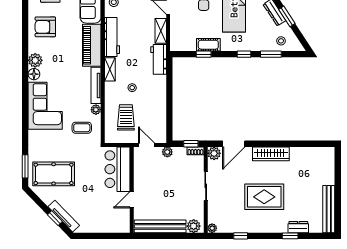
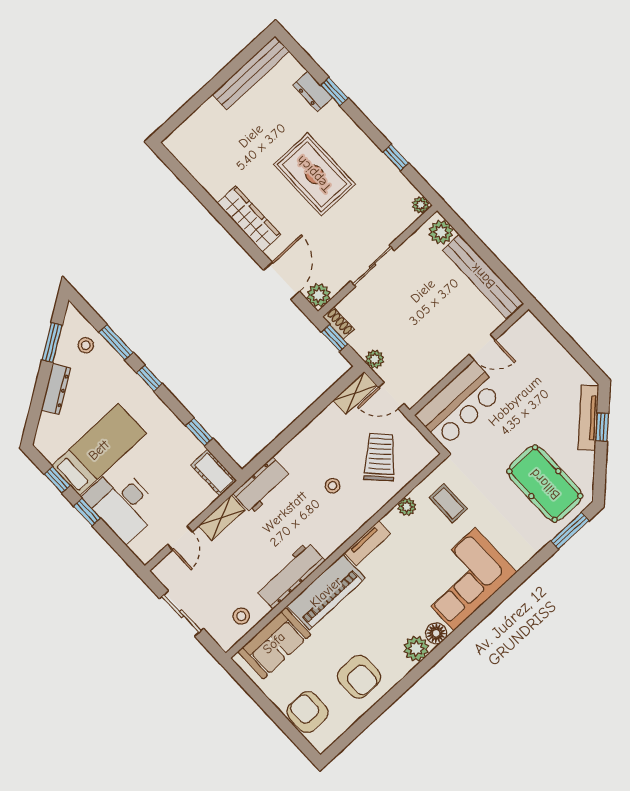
window: (287, 16) -> (52, 342), moved
cot: (208, 45) -> (214, 473), moved
shelving: (110, 69) -> (355, 393), moved
tv unit: (96, 85) -> (367, 543), width x0.71
trolley: (126, 117) -> (380, 457), turned 136
door: (234, 144) -> (281, 281), hinge flipped
door: (147, 145) -> (391, 396), hinge flipped

